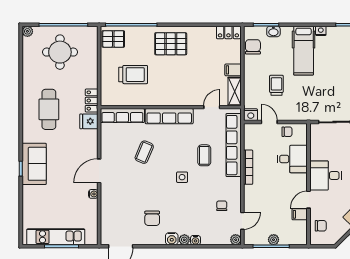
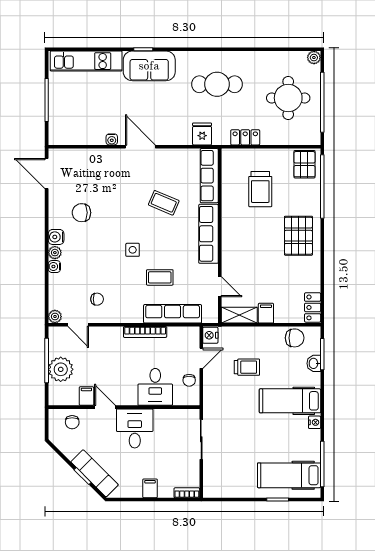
locker: (92, 101) -> (245, 137), moved
row of seats: (234, 145) -> (173, 314), width x0.73
kitchen unit: (56, 237) -> (86, 61), moved, turned 90
plant: (274, 240) -> (61, 369), width x1.87, depth x1.87

